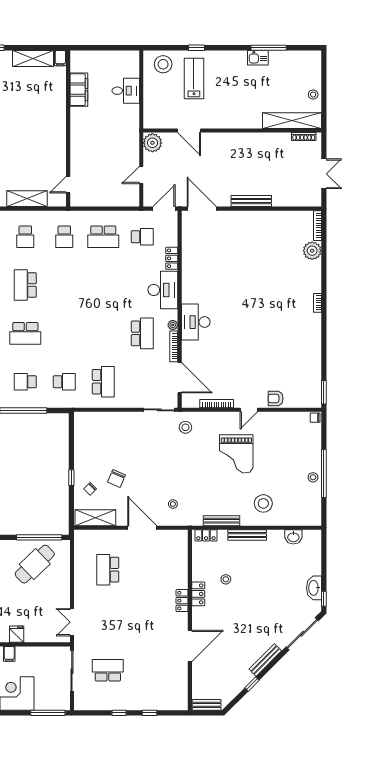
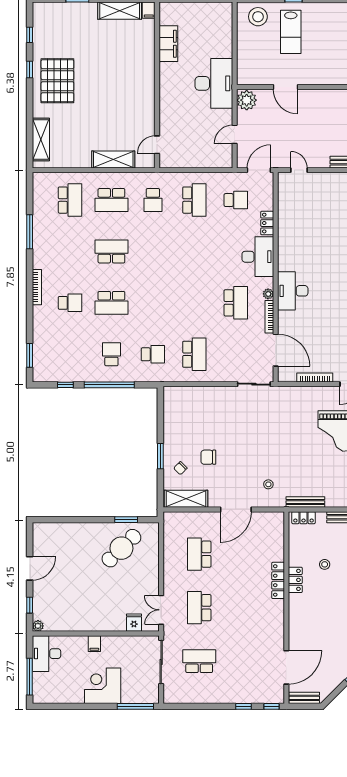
lab bench: (194, 79) -> (291, 32), turned 180
desk: (126, 91) -> (214, 83), moved, width x1.87, depth x1.30
door: (202, 209) -> (299, 170), width x0.53
school desk: (25, 237) -> (111, 200), width x1.85
school desk: (103, 237) -> (194, 200), turned -90
school desk: (25, 285) -> (111, 251), turned 90
school desk: (25, 382) -> (111, 354), turned 90
stool: (185, 427) -> (282, 403), removed
window: (71, 478) -> (160, 456), width x1.50
chair: (116, 479) -> (208, 457), turned 67
bench: (221, 521) -> (305, 502), moved
door: (142, 528) -> (236, 509), swing flipped
window: (39, 537) -> (126, 520), width x0.47
locker: (182, 601) -> (278, 580), width x1.53
school desk: (108, 620) -> (199, 608), added
fridge: (17, 634) -> (134, 623), moved
door: (190, 646) -> (286, 667), moved
window: (119, 713) -> (271, 706), moved

